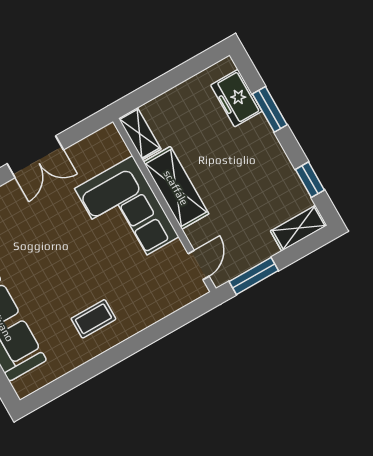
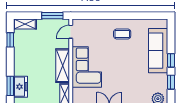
window: (270, 109) -> (10, 86), moved

